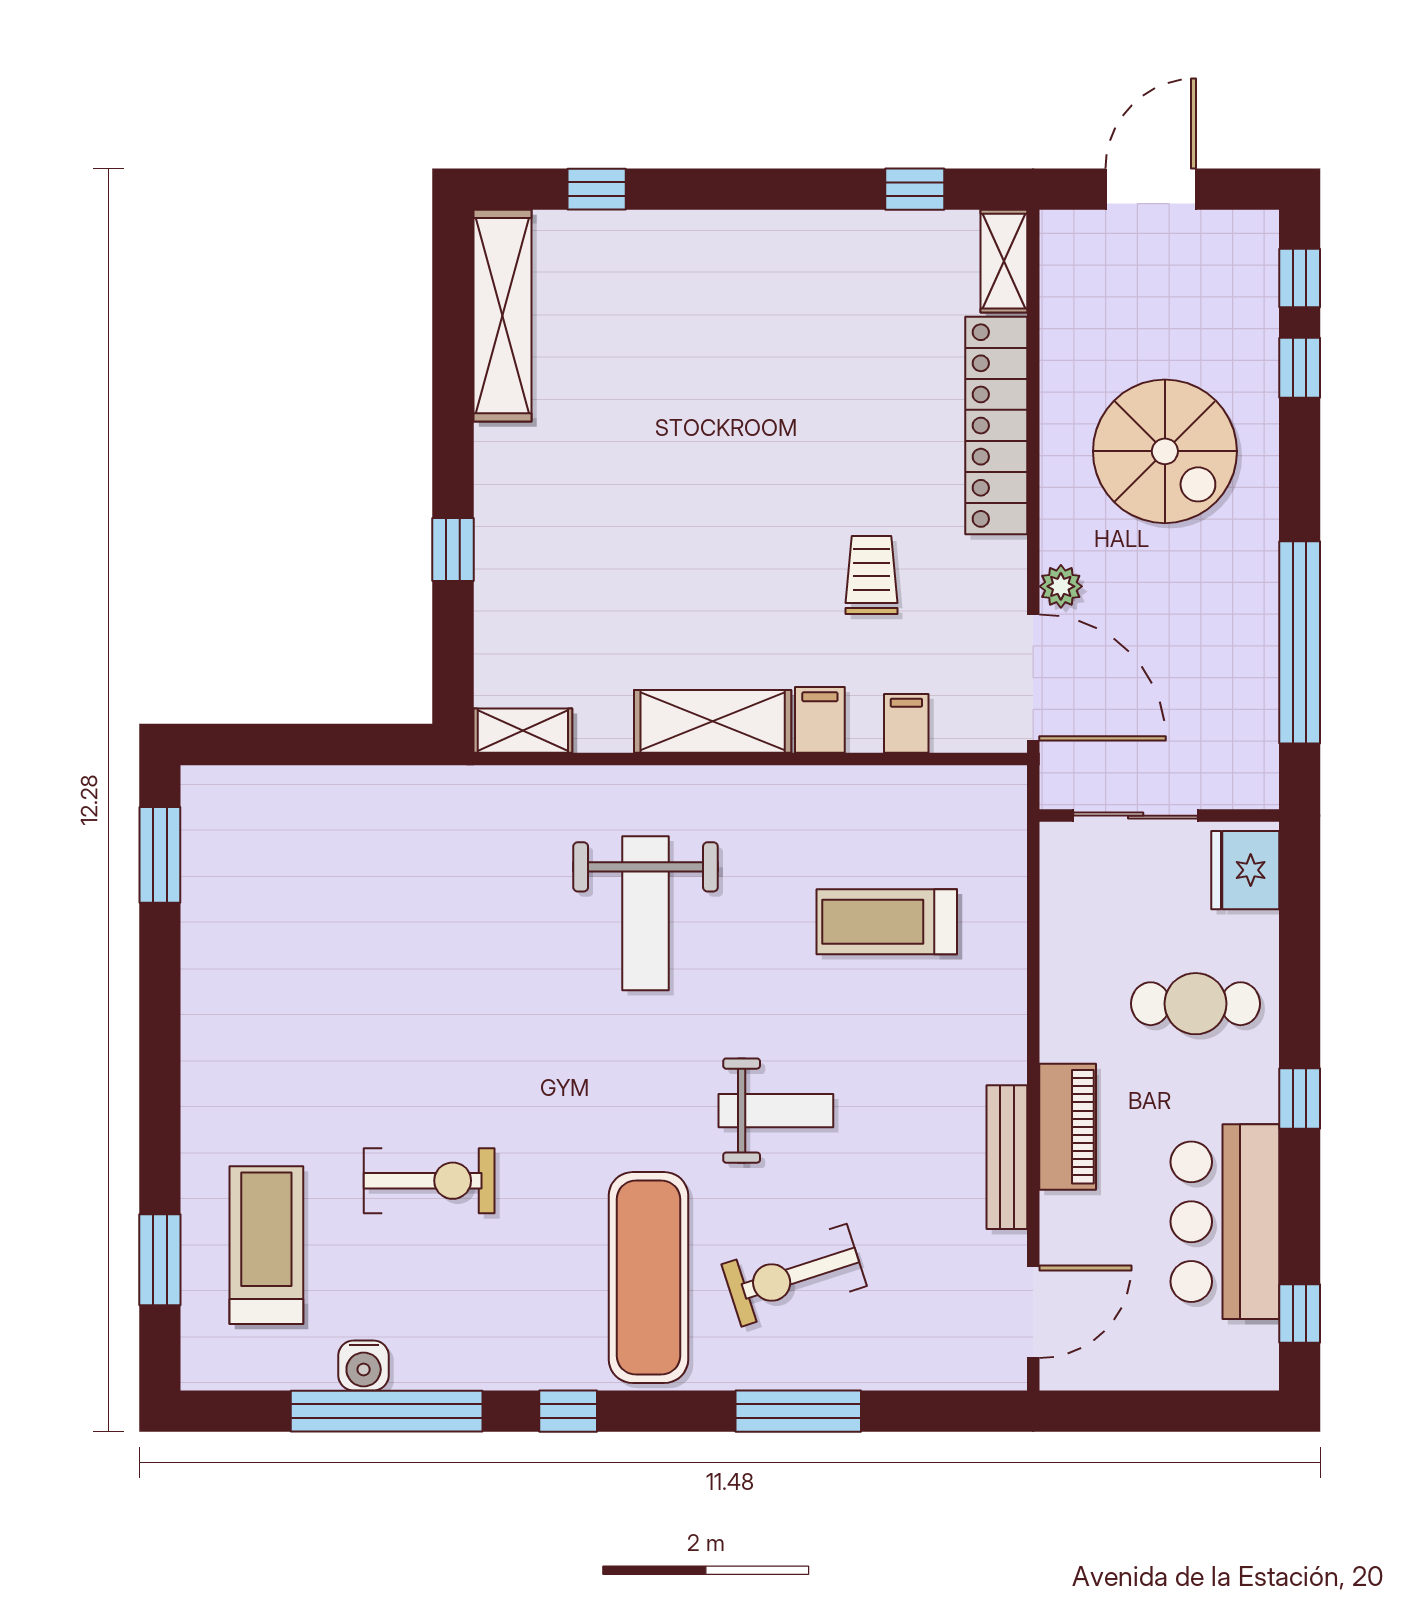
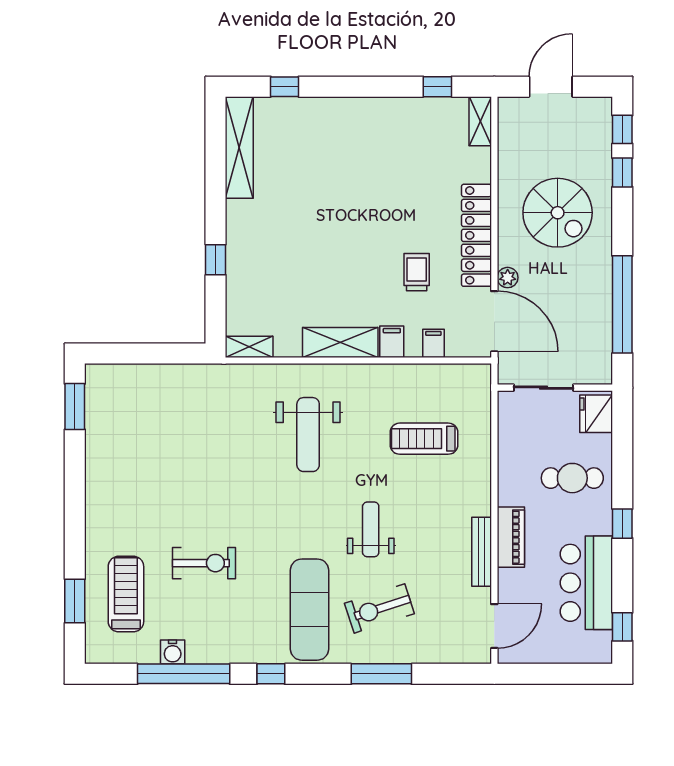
locker: (996, 426) -> (477, 235), moved
weight bench: (776, 1111) -> (371, 529), turned -90

